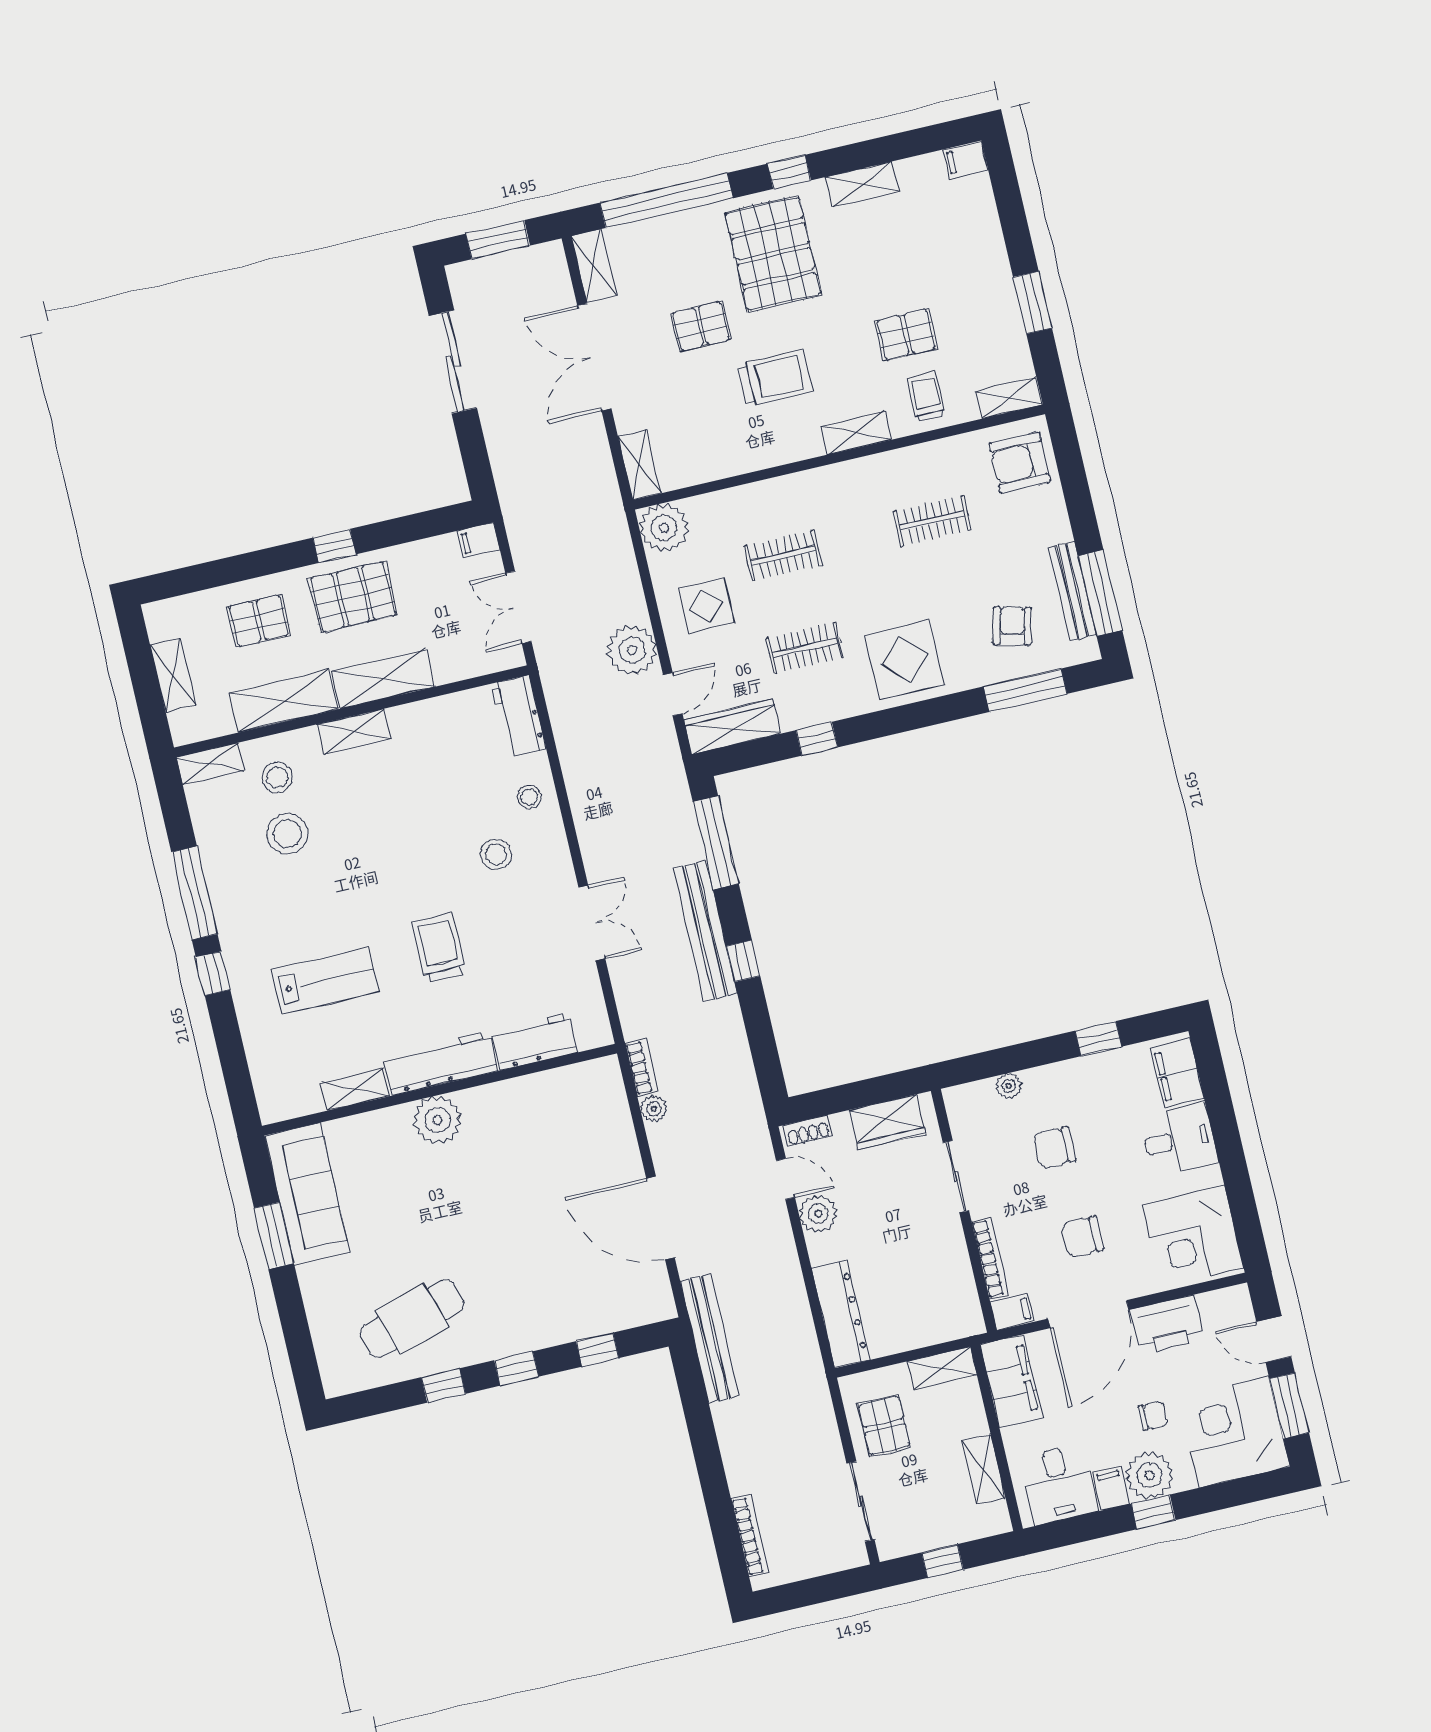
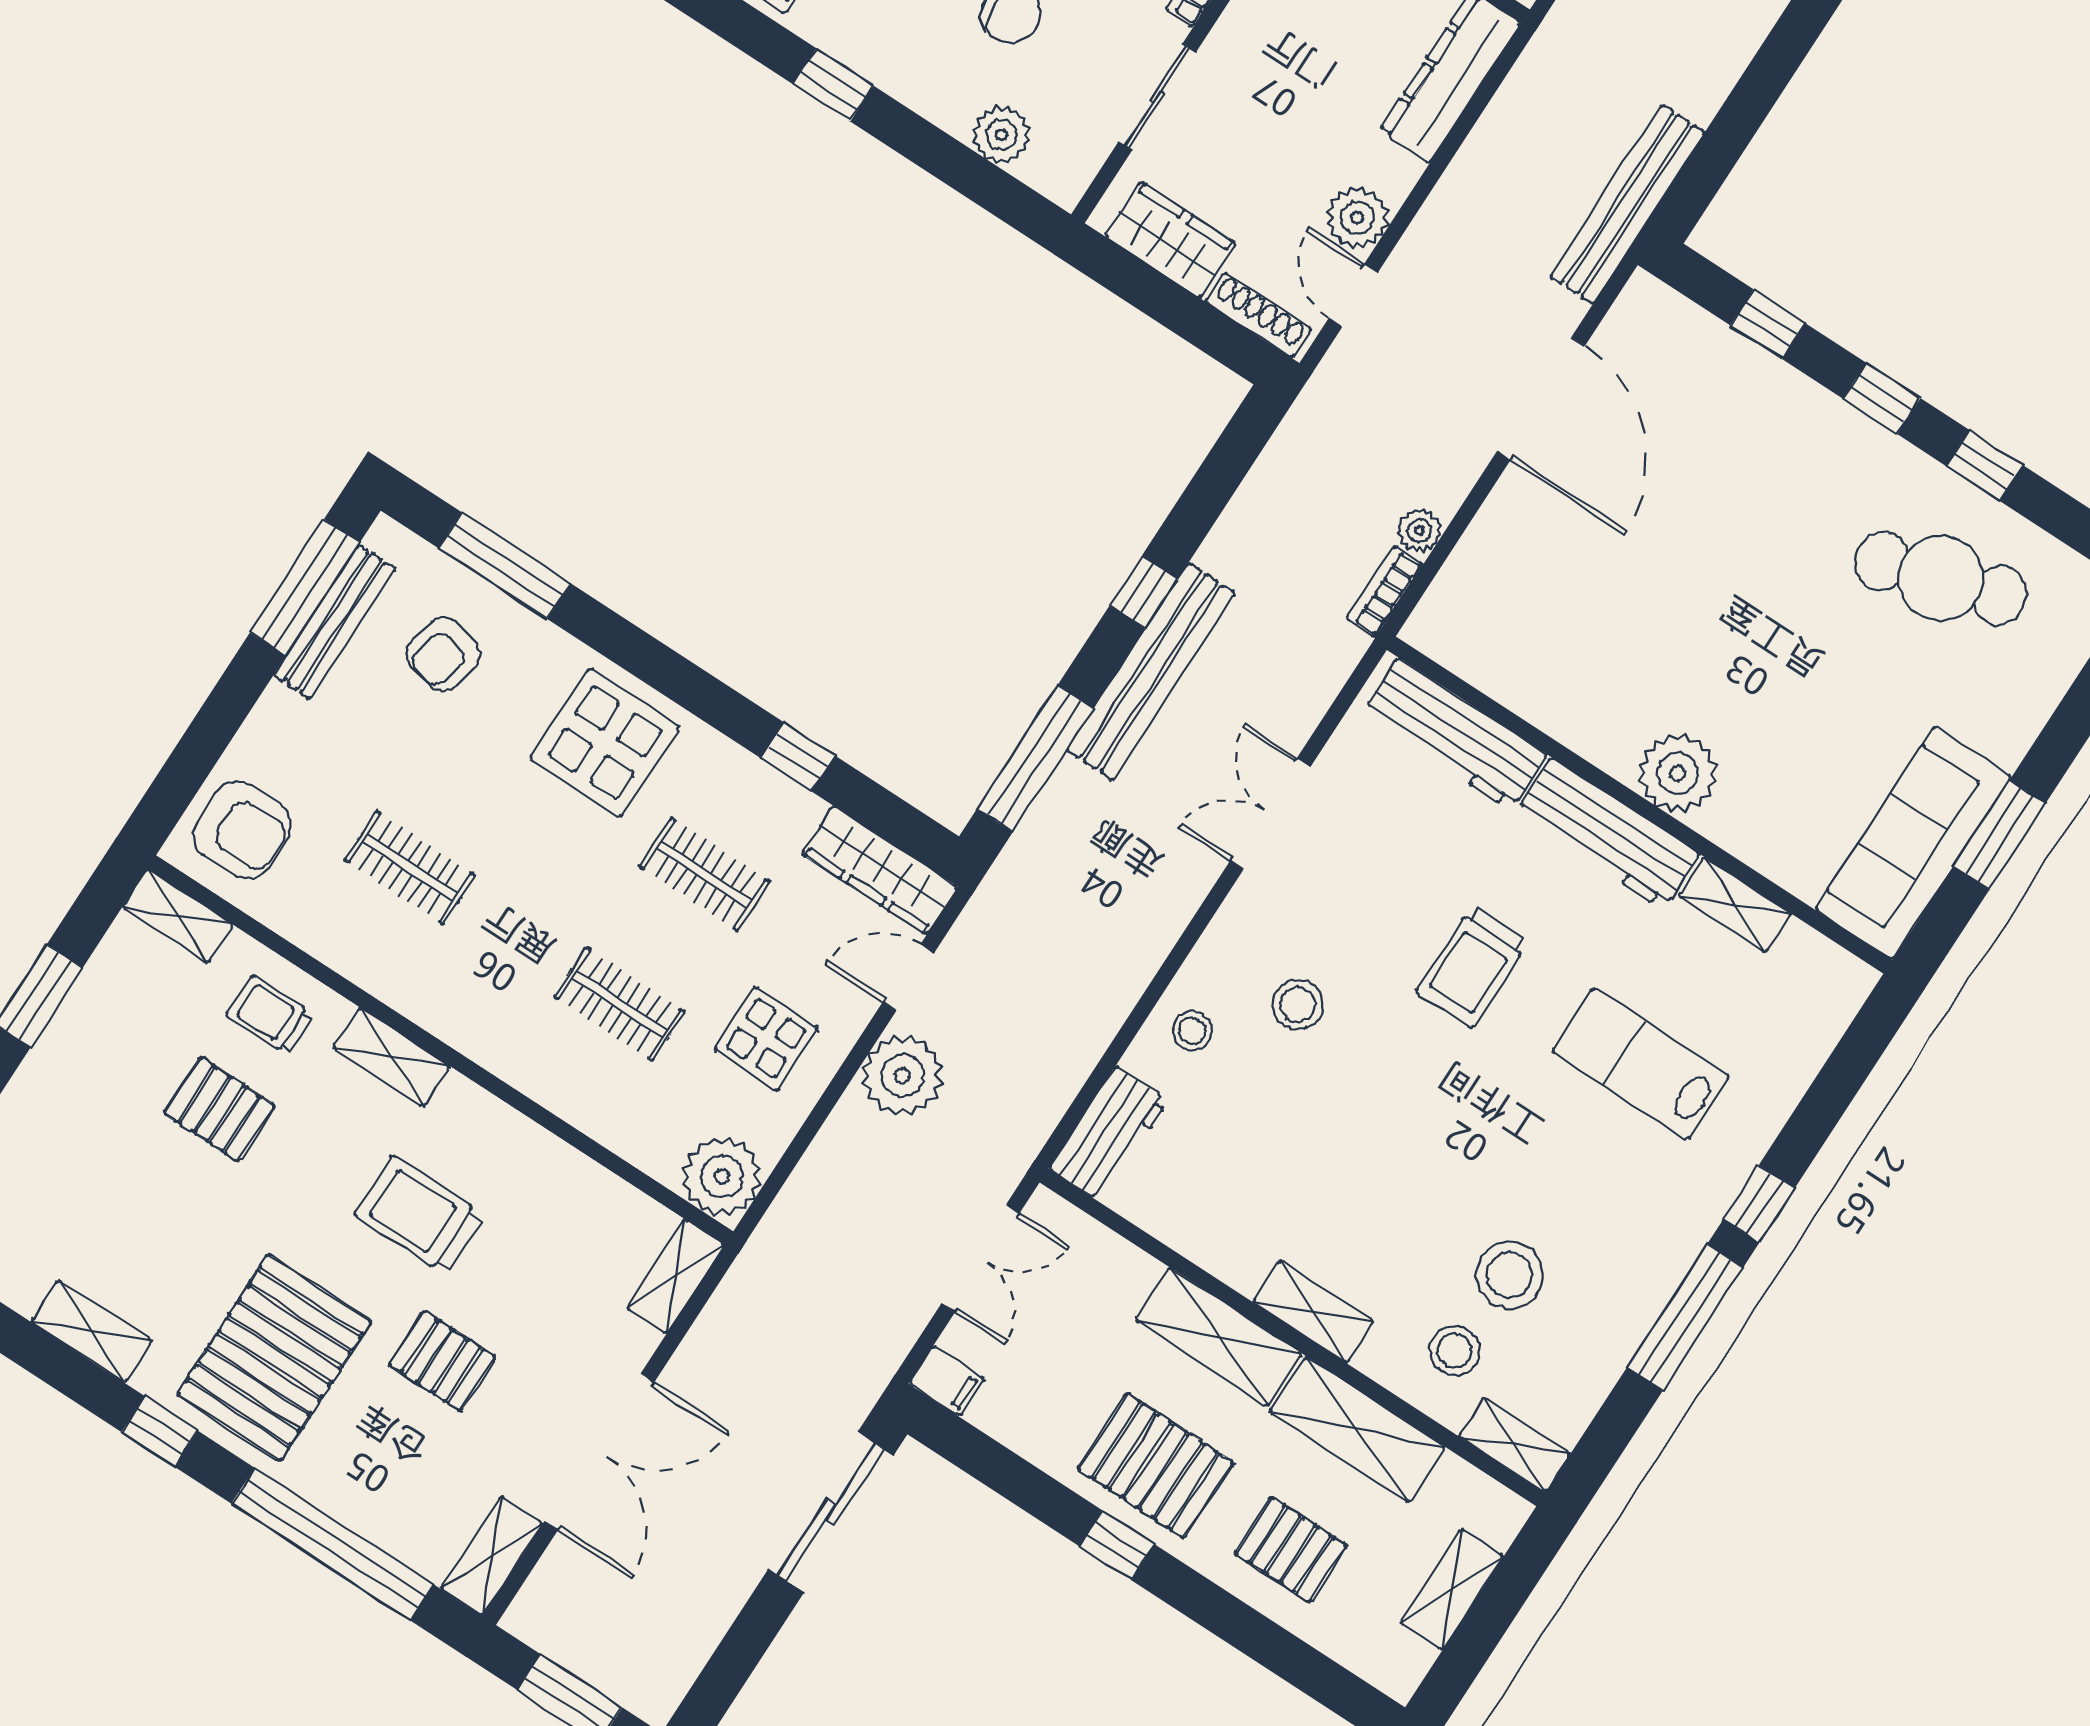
sliding door: (453, 362) -> (831, 1512), moved
trolley: (926, 397) -> (270, 1015), turned 90
workbench: (535, 1041) -> (1454, 734), width x1.37
plant: (1009, 1086) -> (1001, 135), width x1.38, depth x1.38
shoe rack: (808, 1131) -> (1258, 315), width x1.43

